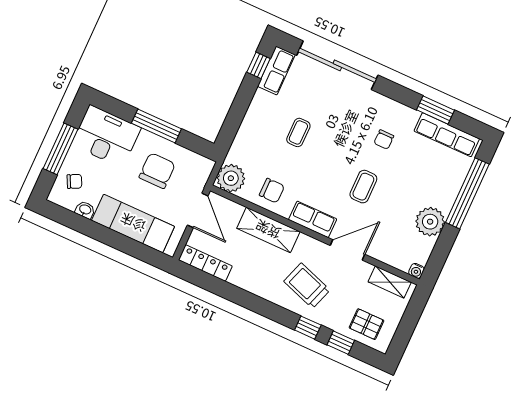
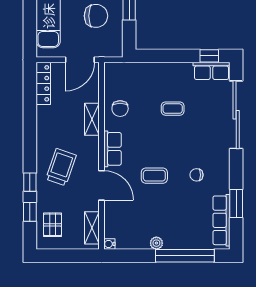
plant: (231, 178) -> (115, 74), removed
plant: (430, 222) -> (156, 243), width x0.53, depth x0.53
shelving: (268, 230) -> (92, 119), width x0.67, depth x0.75

